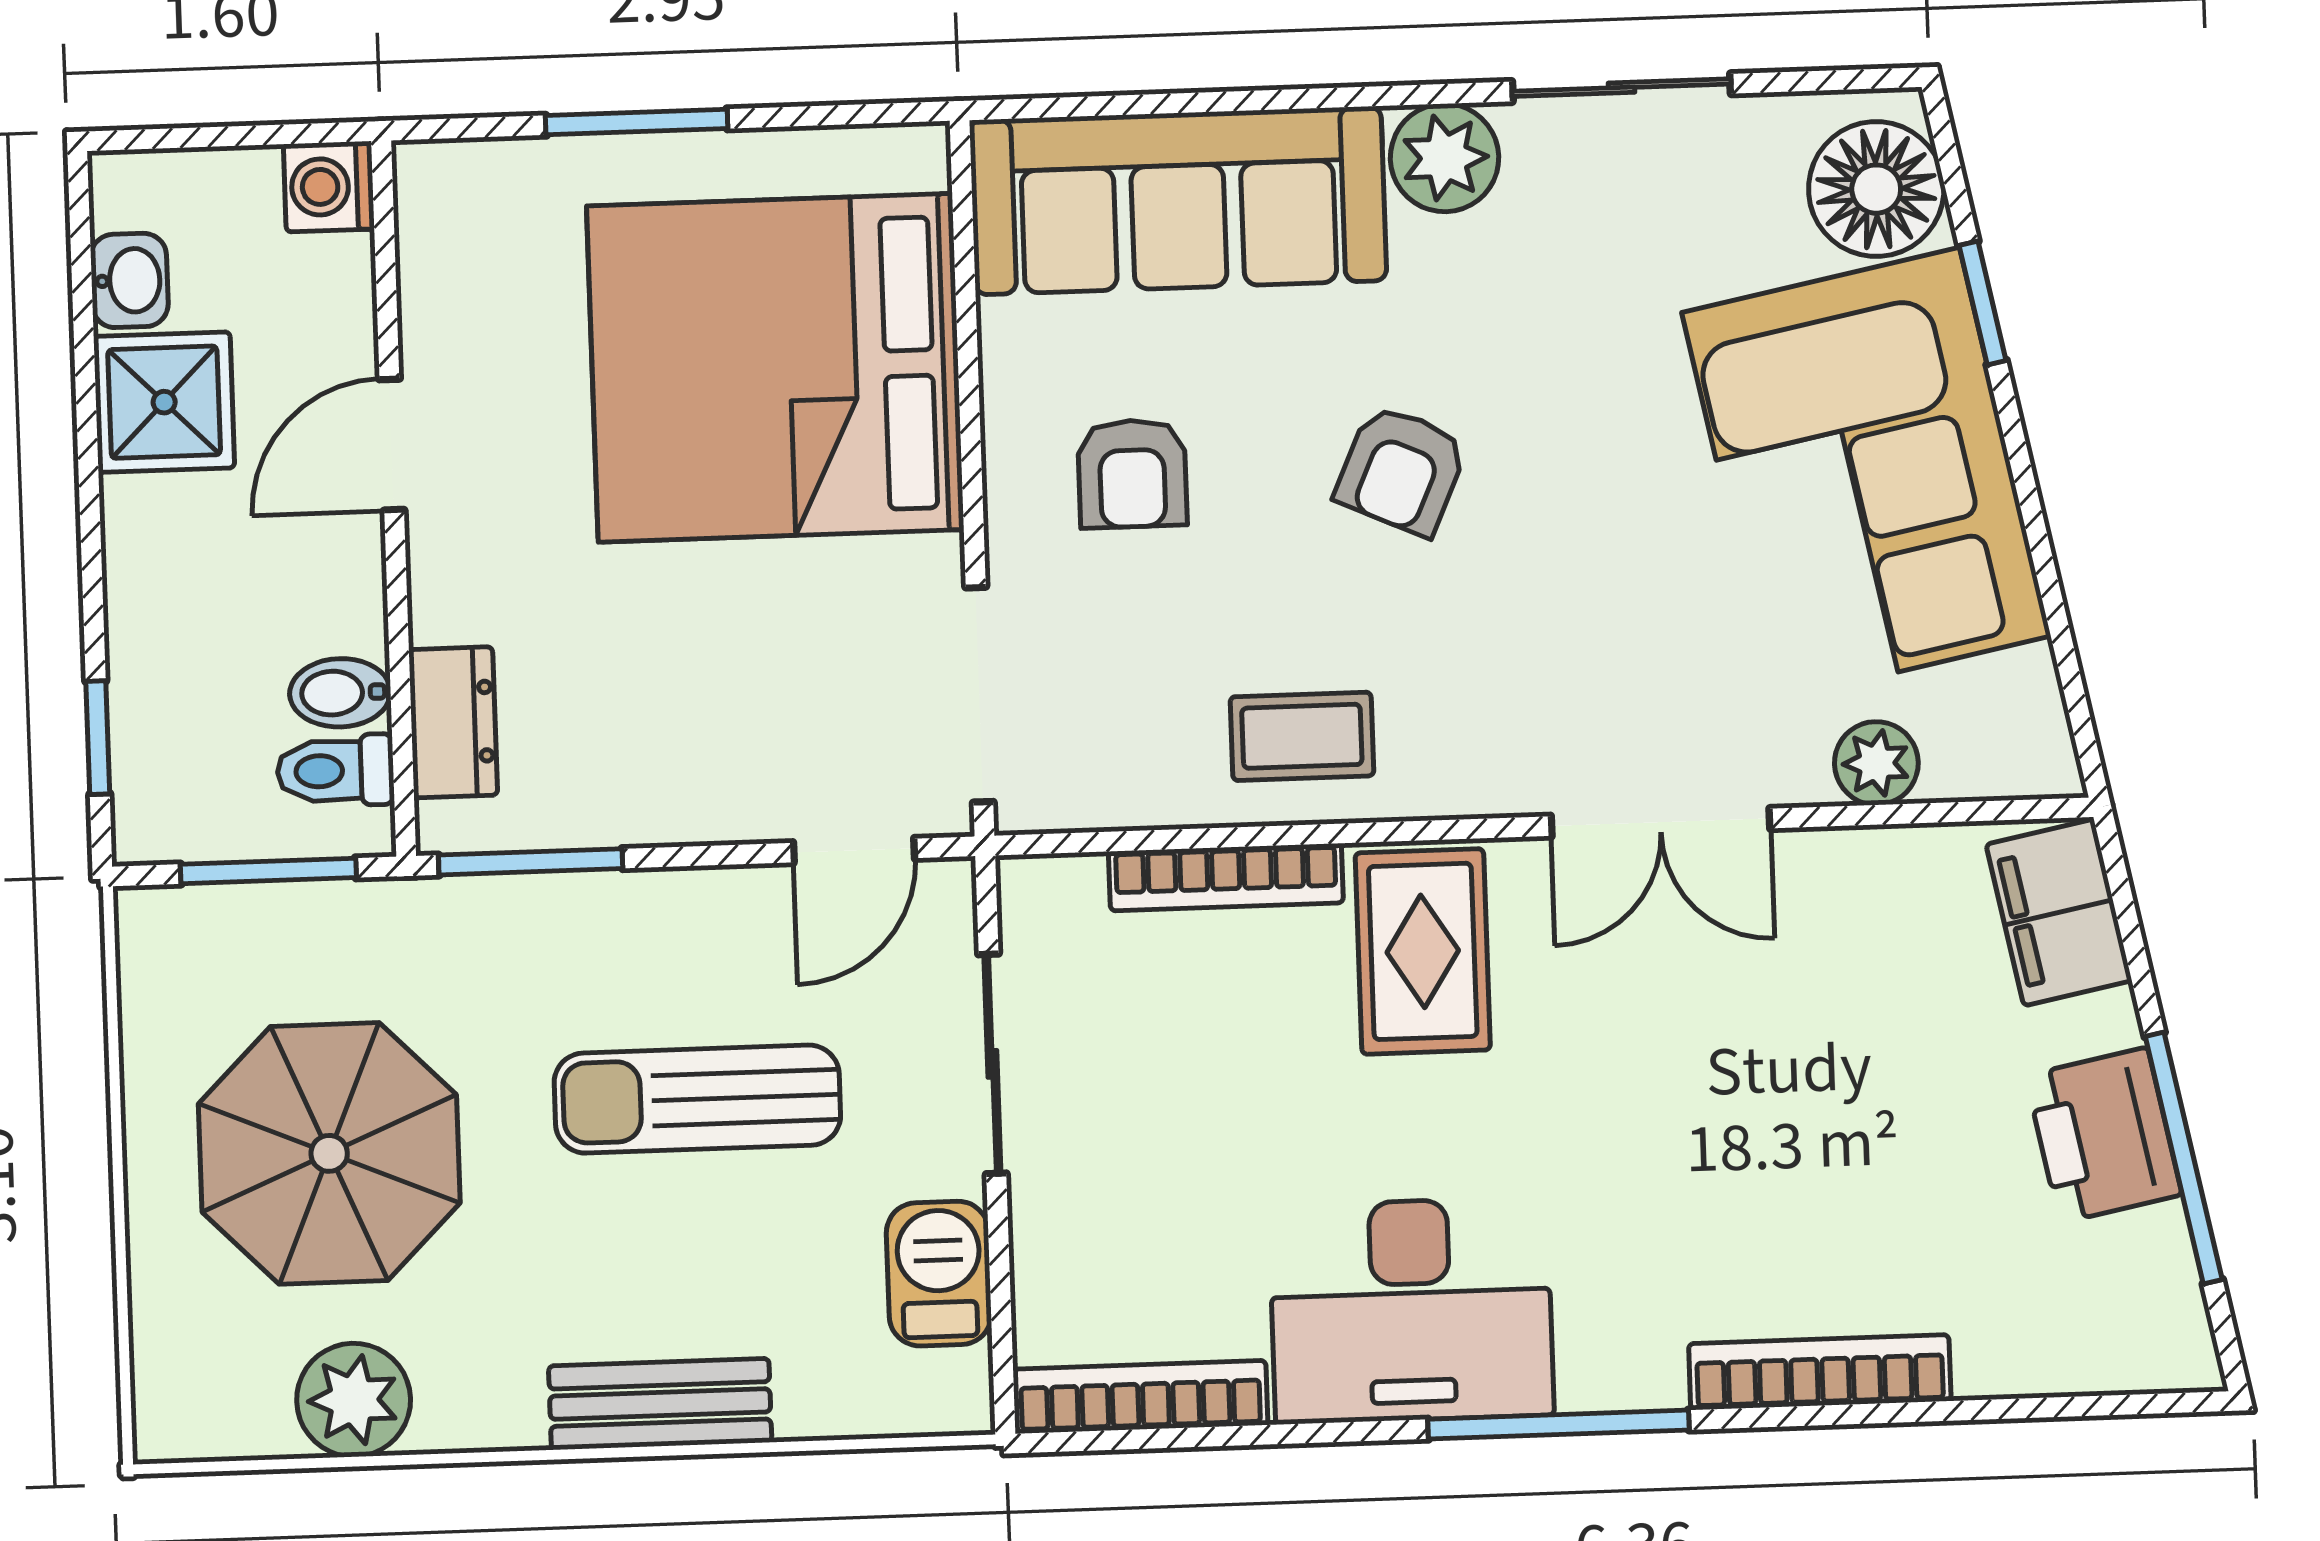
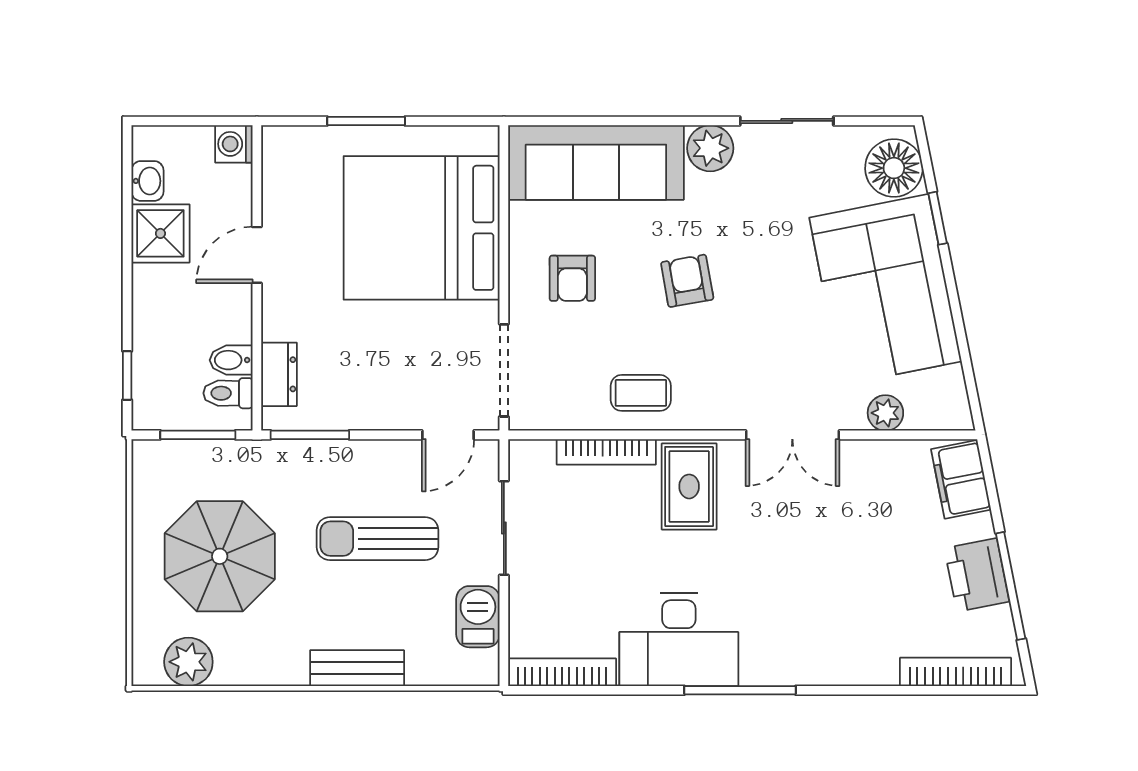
armchair: (1401, 470) -> (687, 281), turned 146
bookcase: (1820, 1372) -> (956, 672), moved
plant: (354, 1400) -> (188, 662), moved

